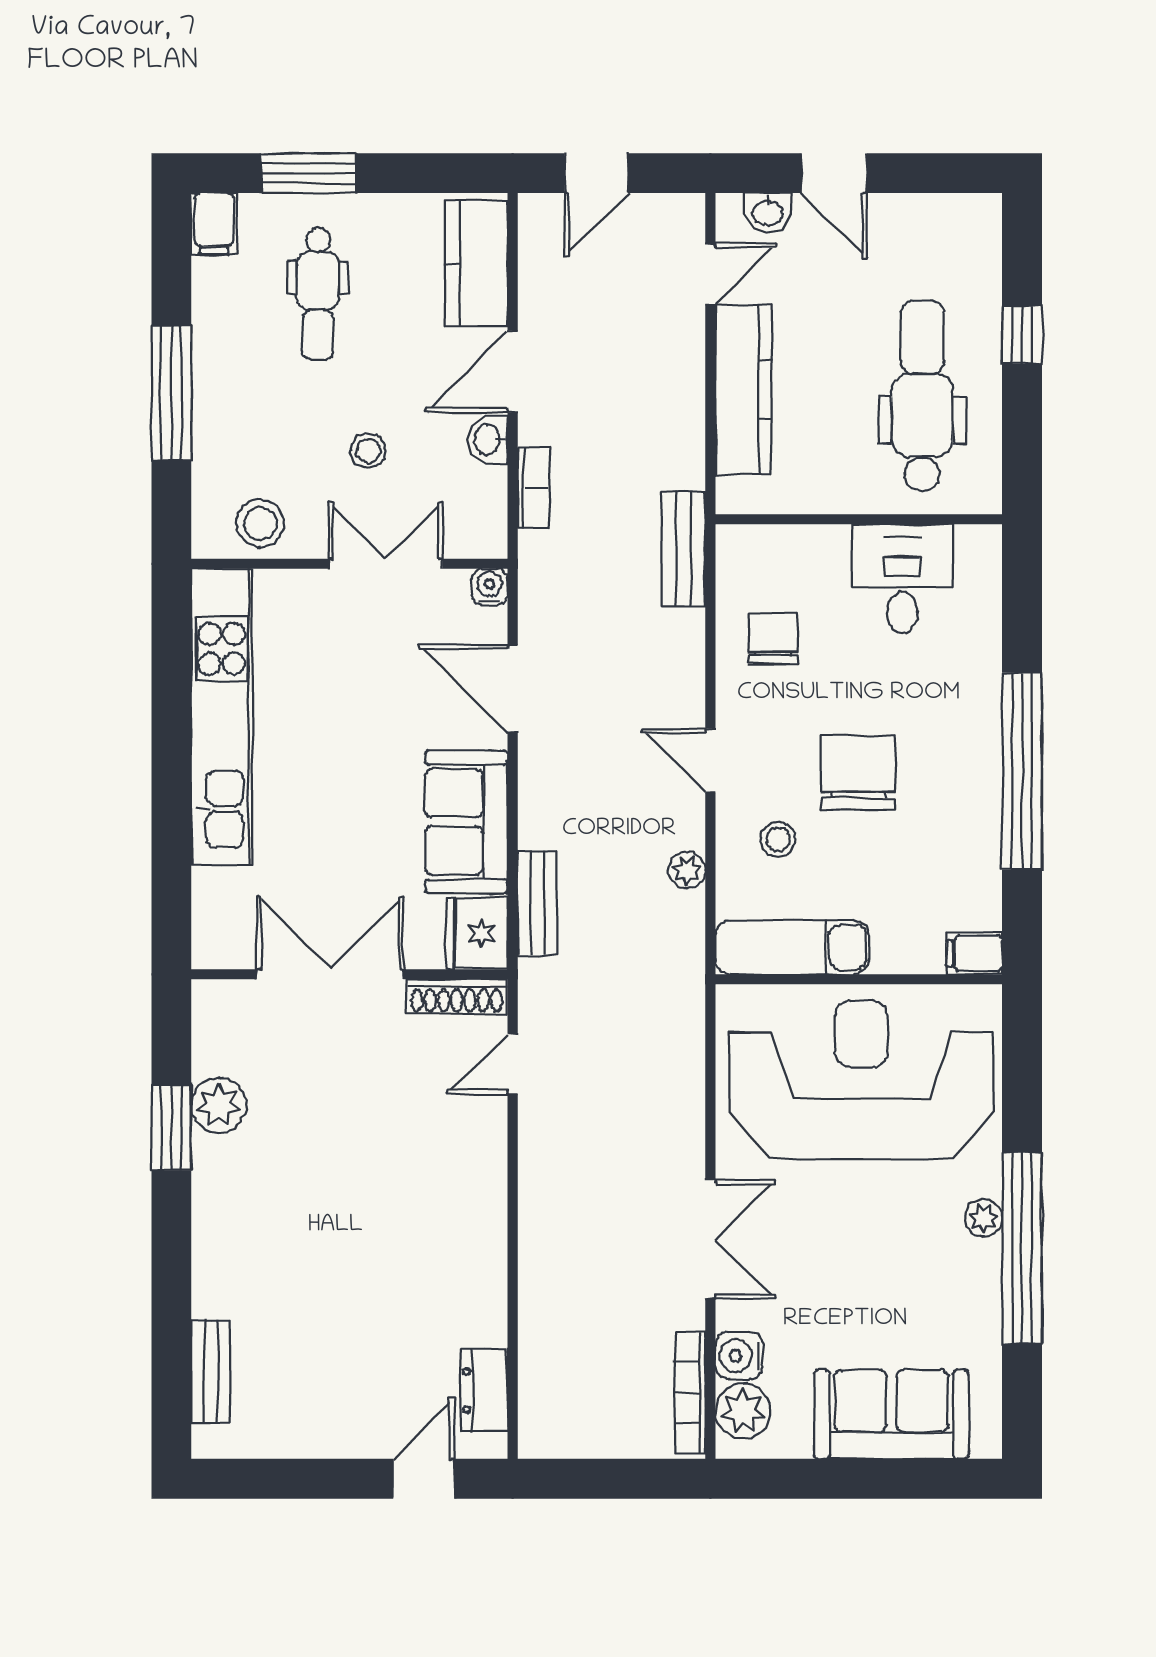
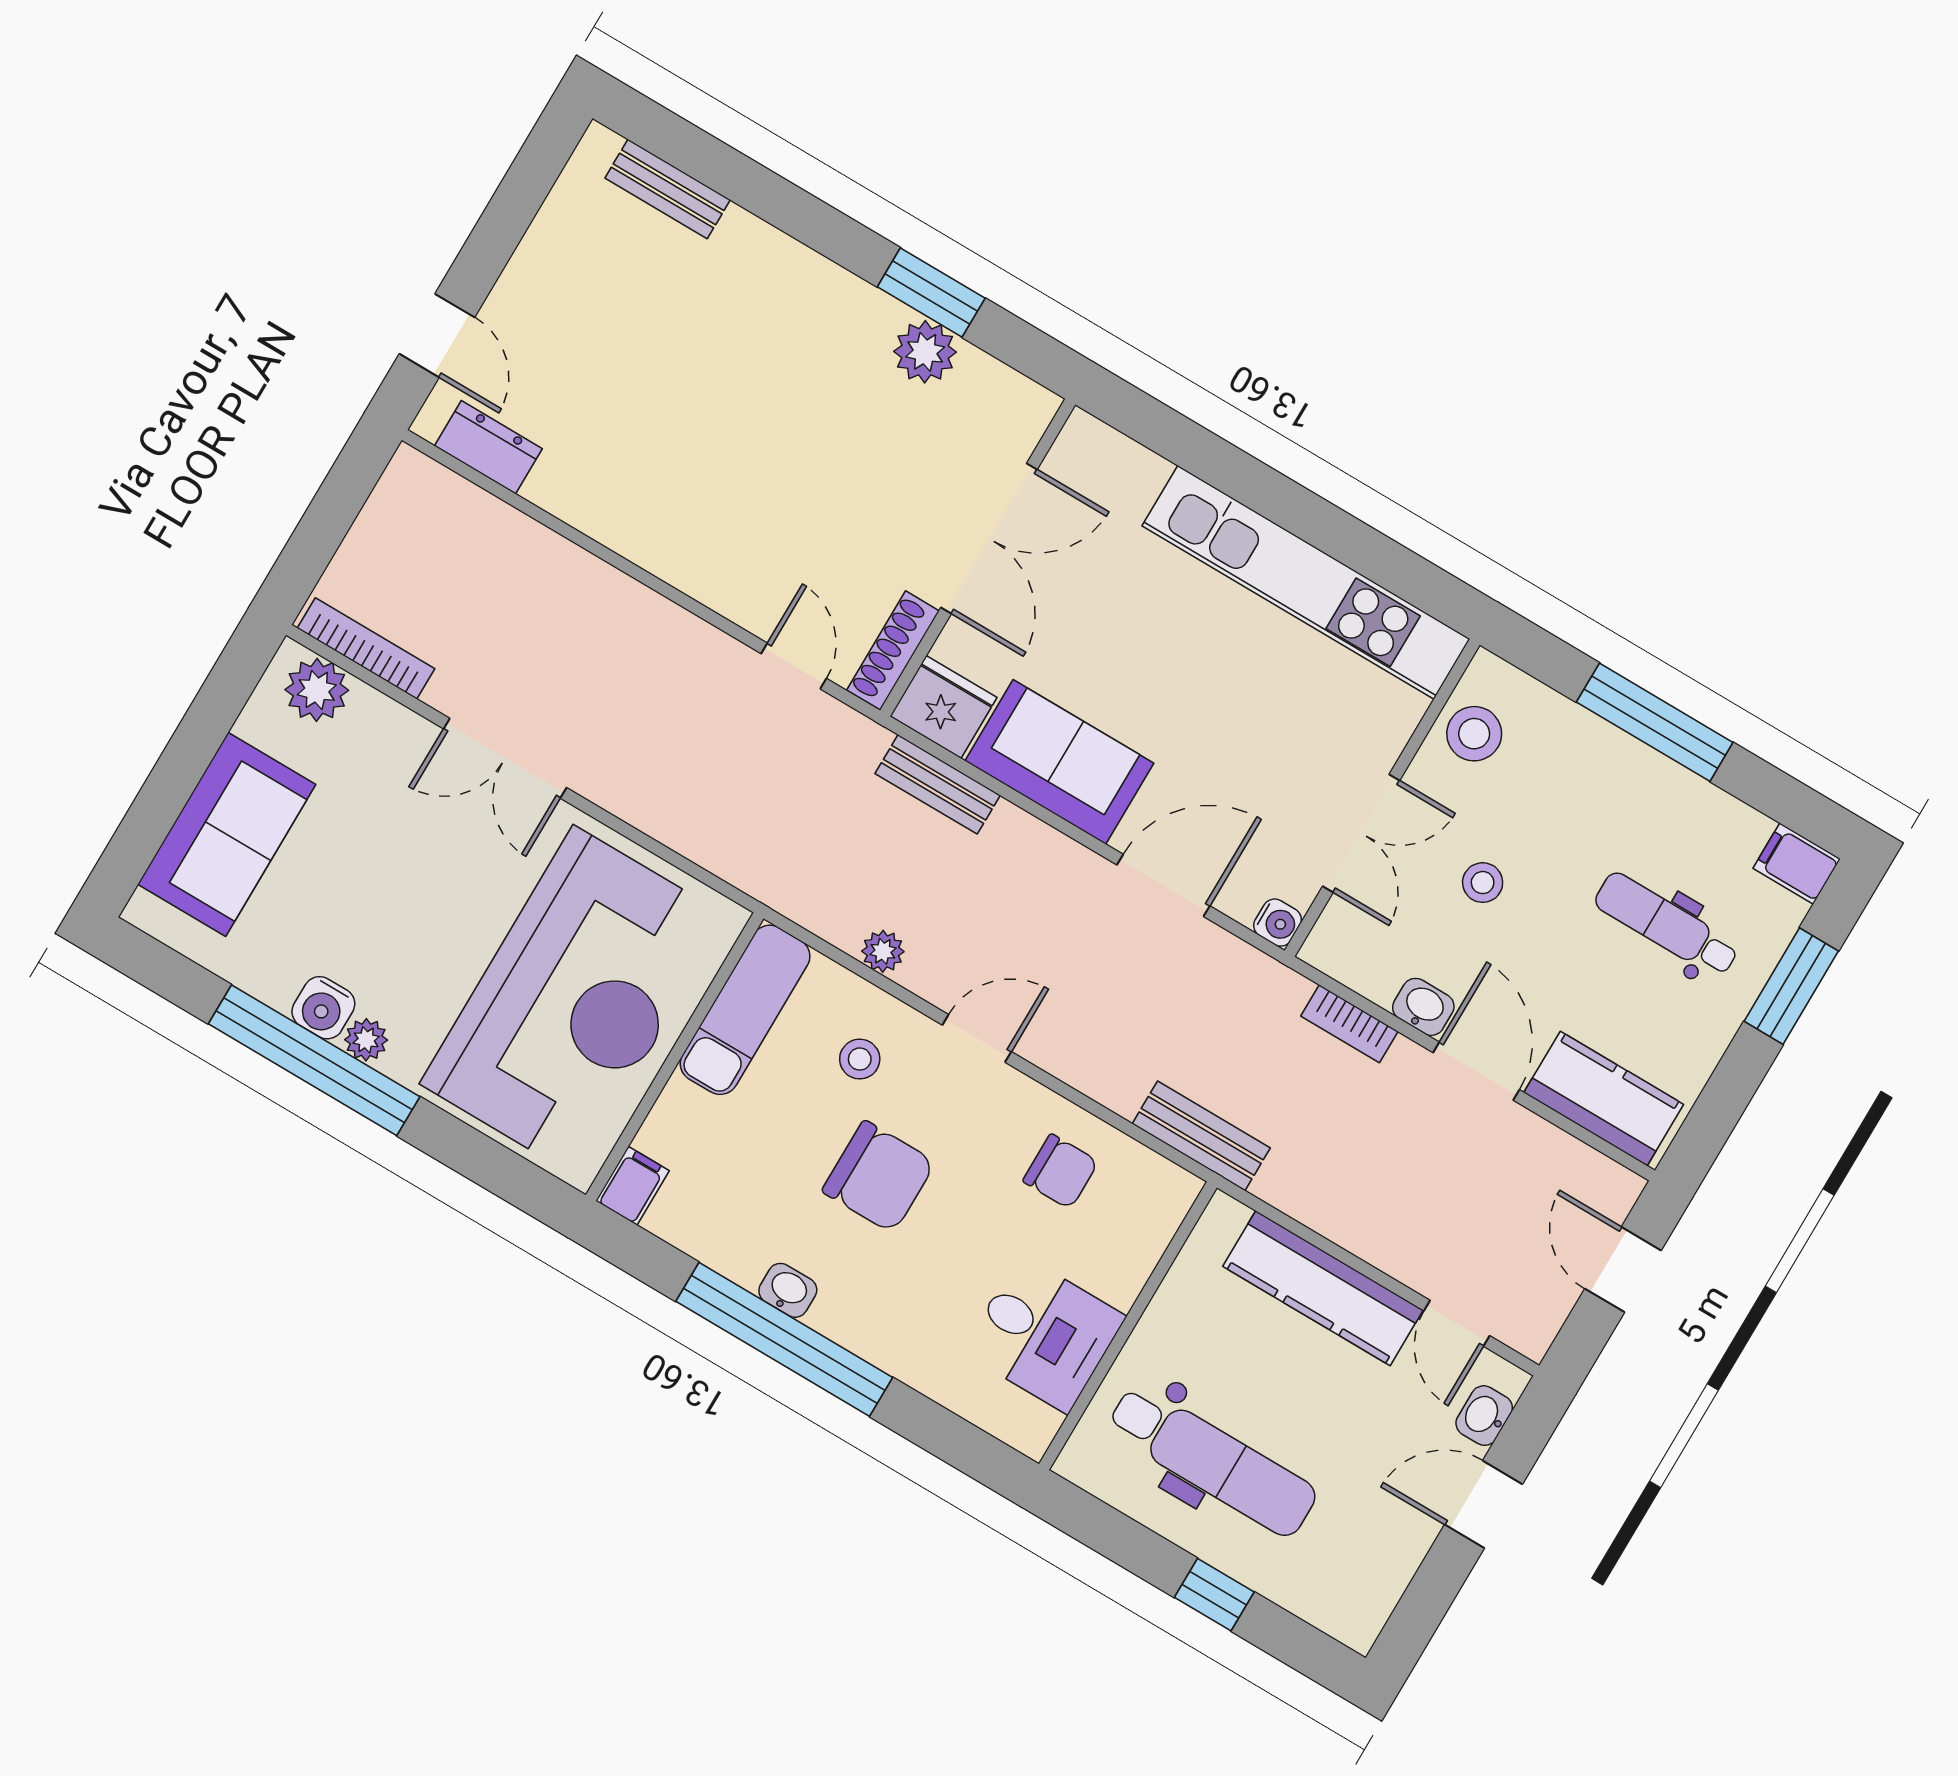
washbasin: (984, 790) -> (788, 1290), added
water cooler: (739, 1356) -> (323, 1008), moved, turned 180

